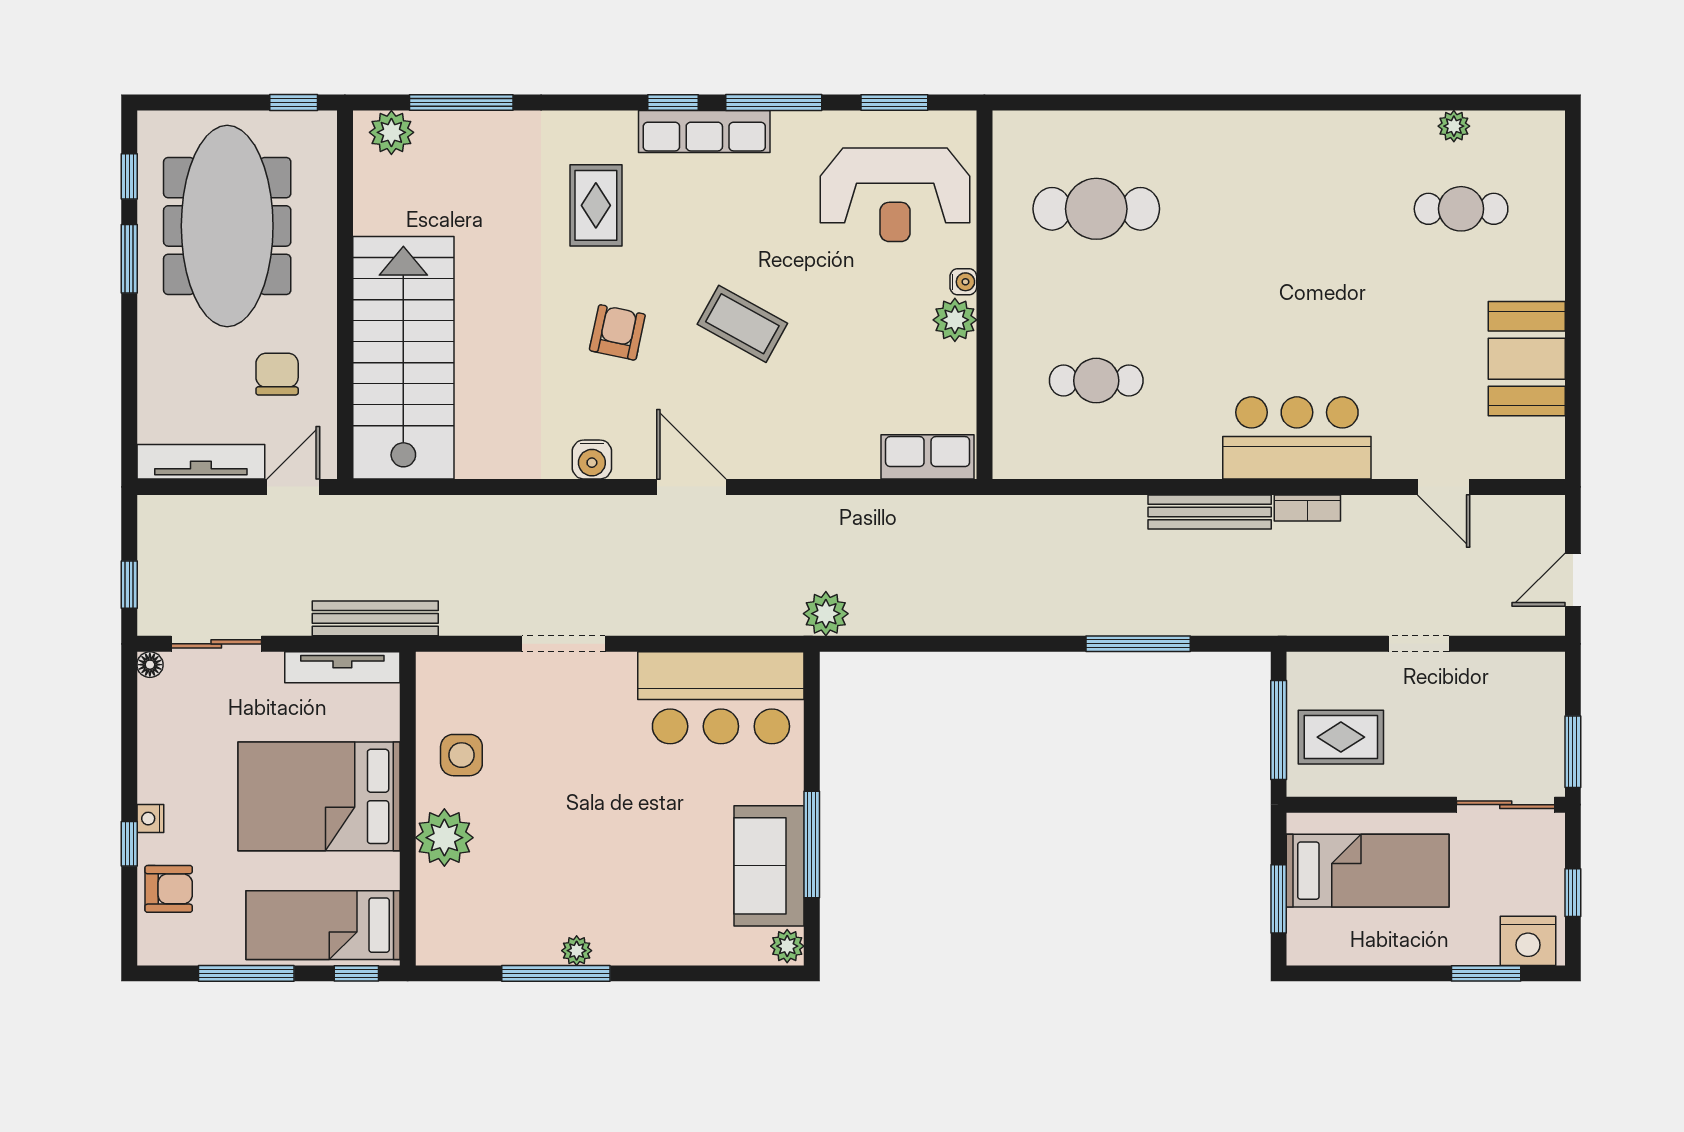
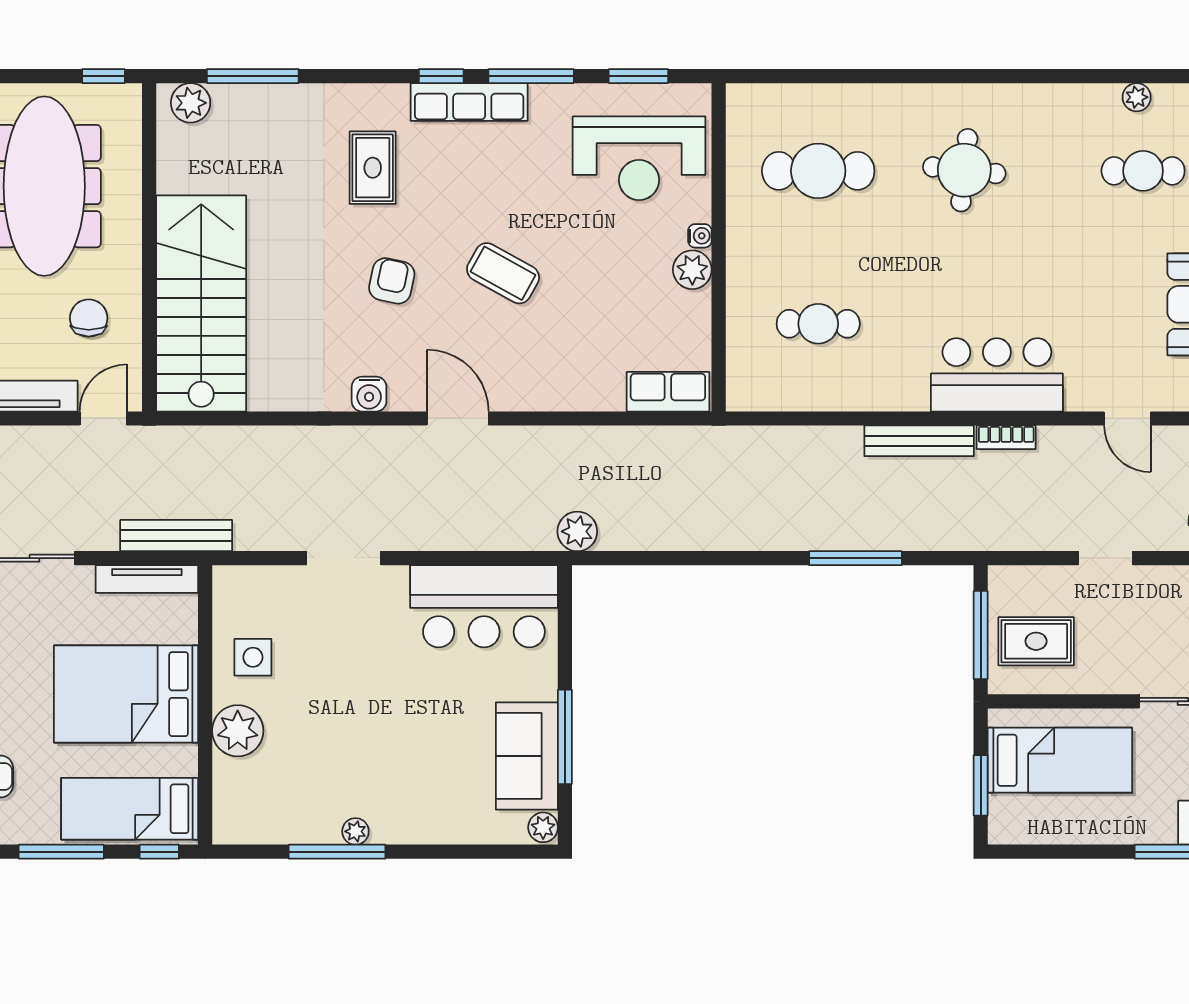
round table: (1260, 208) -> (964, 170), added

